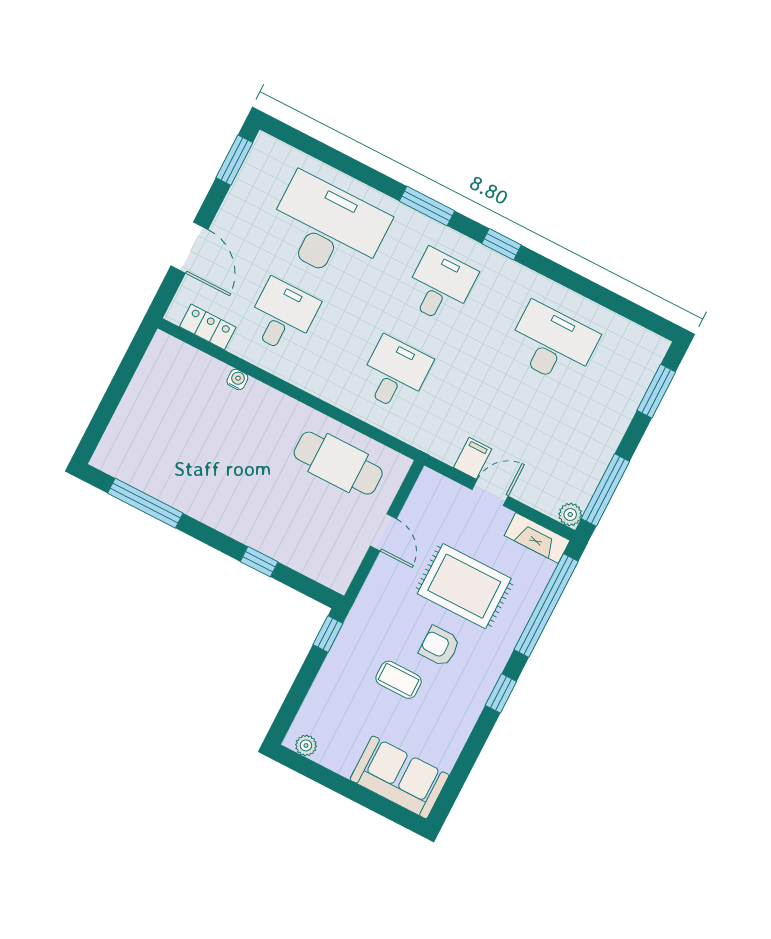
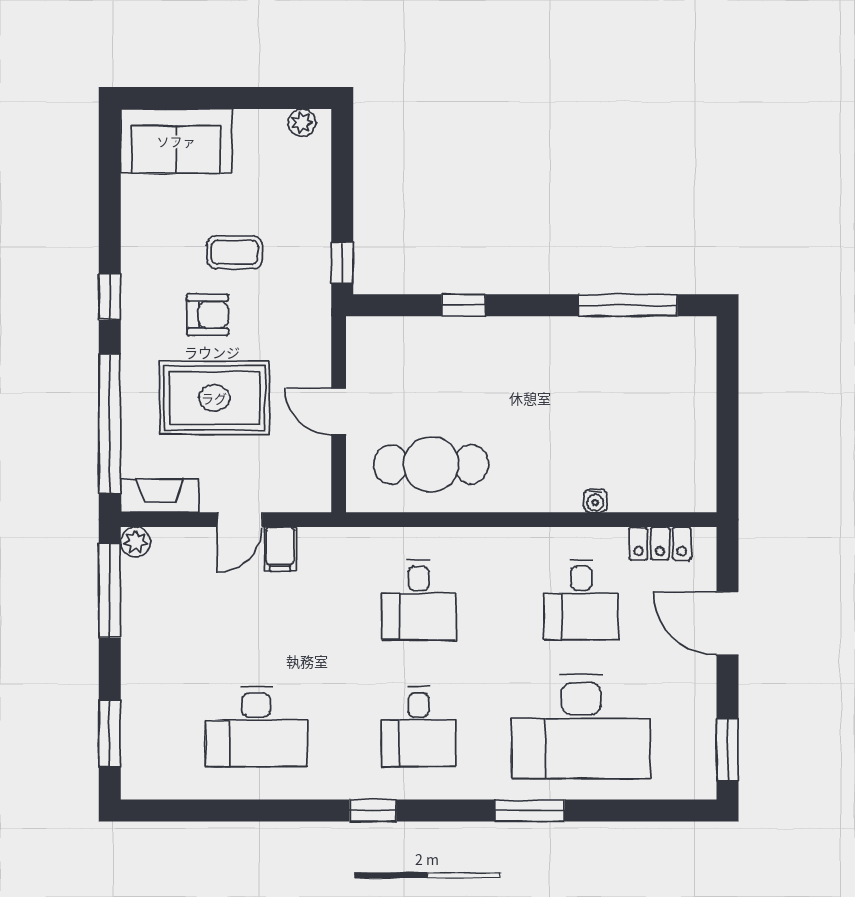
window: (427, 206) -> (530, 810), moved

